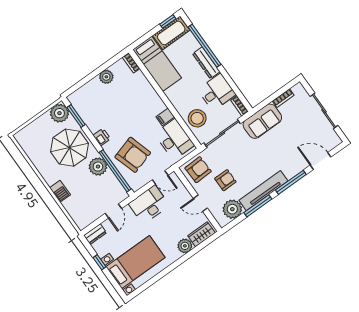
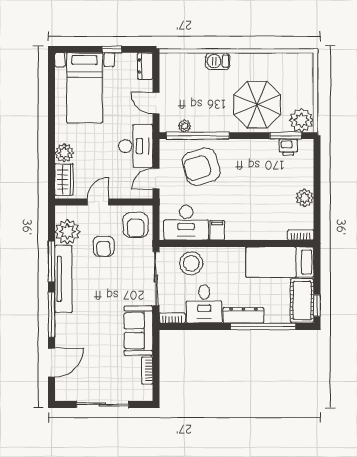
printer: (102, 137) -> (288, 147), moved
plant: (98, 167) -> (185, 126), moved, width x0.53, depth x0.53

